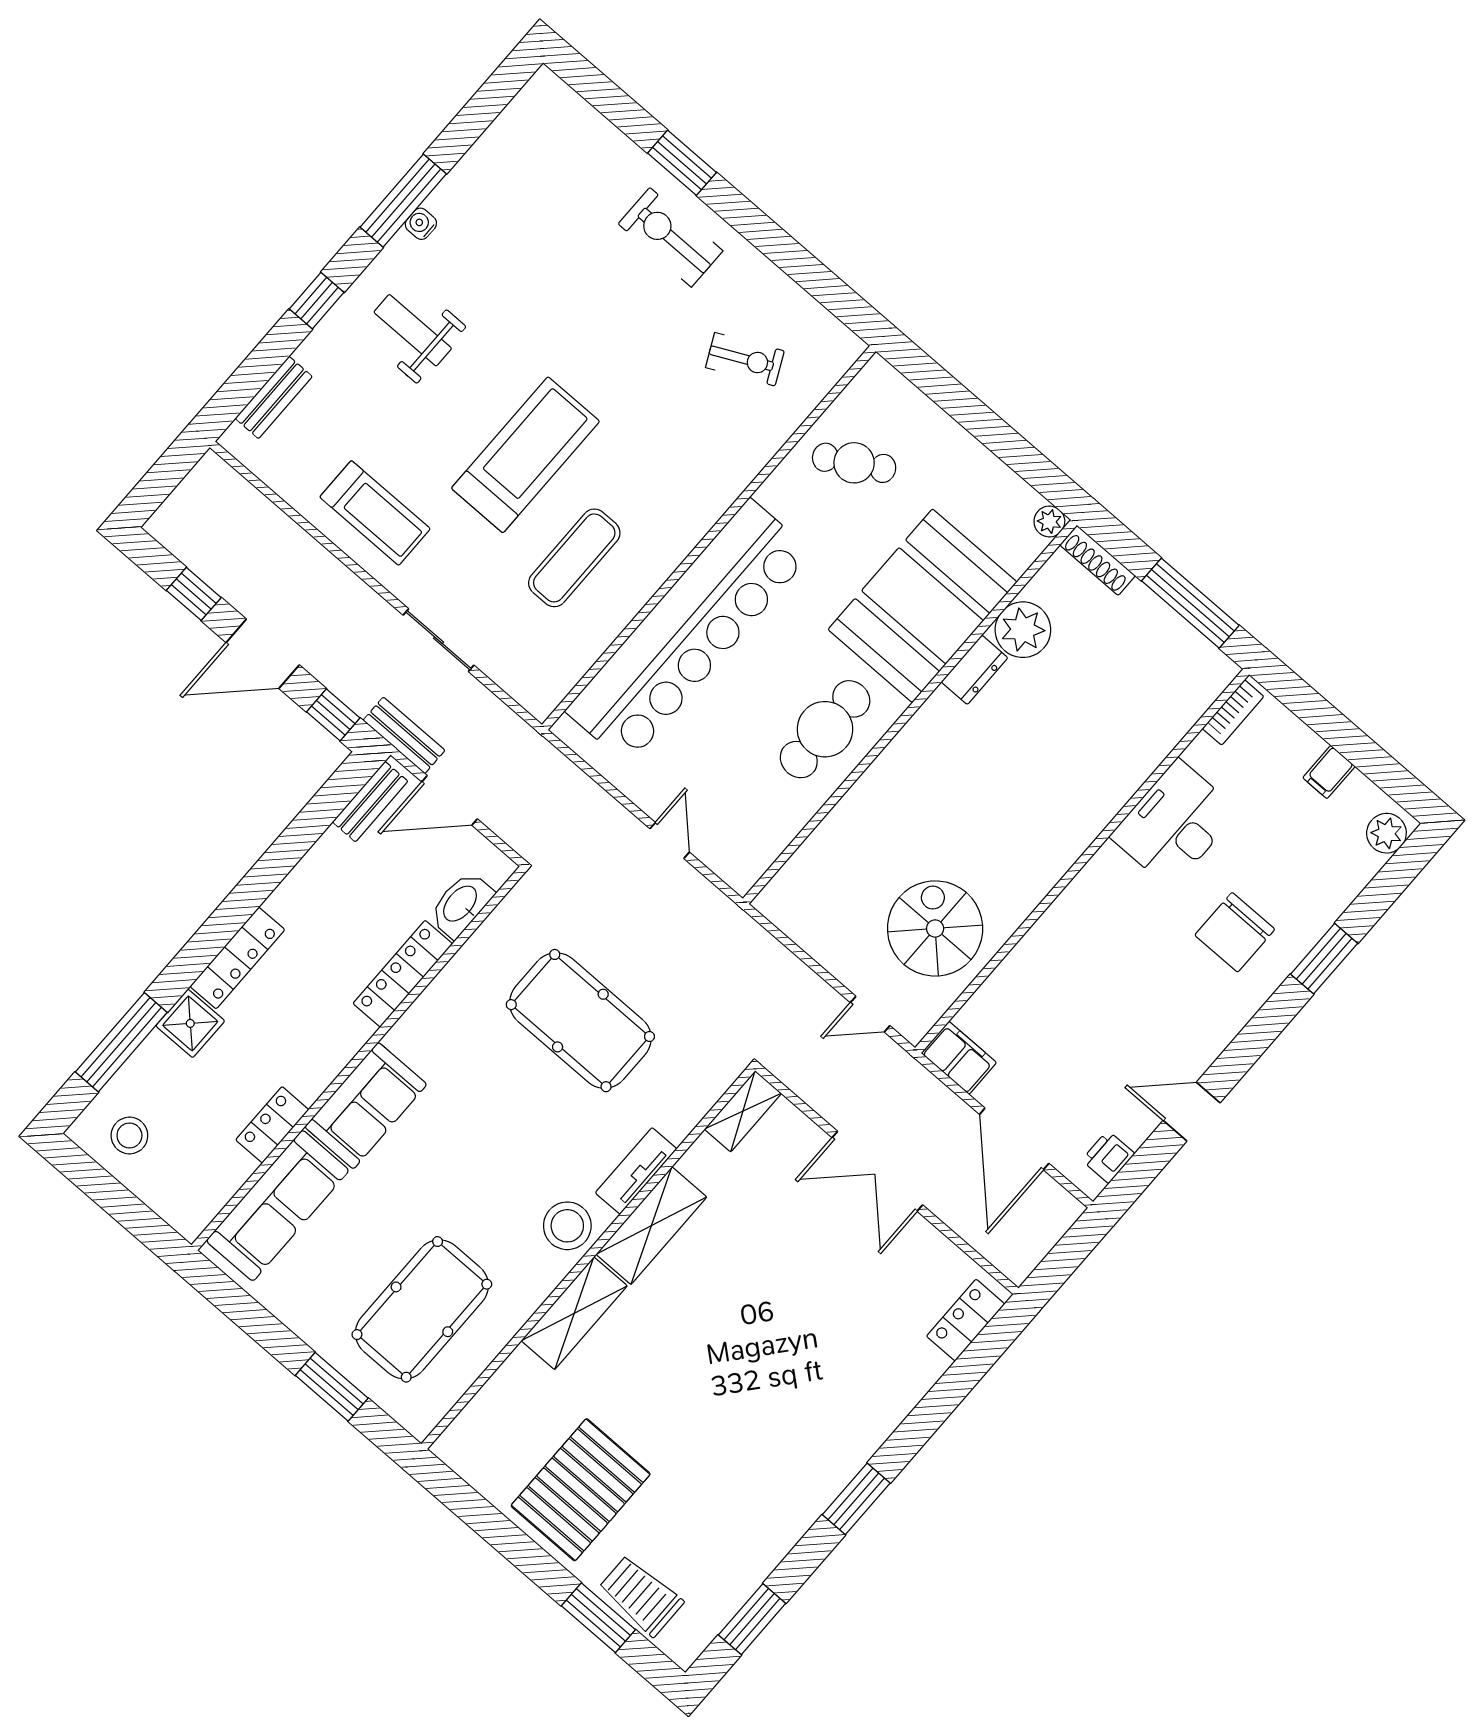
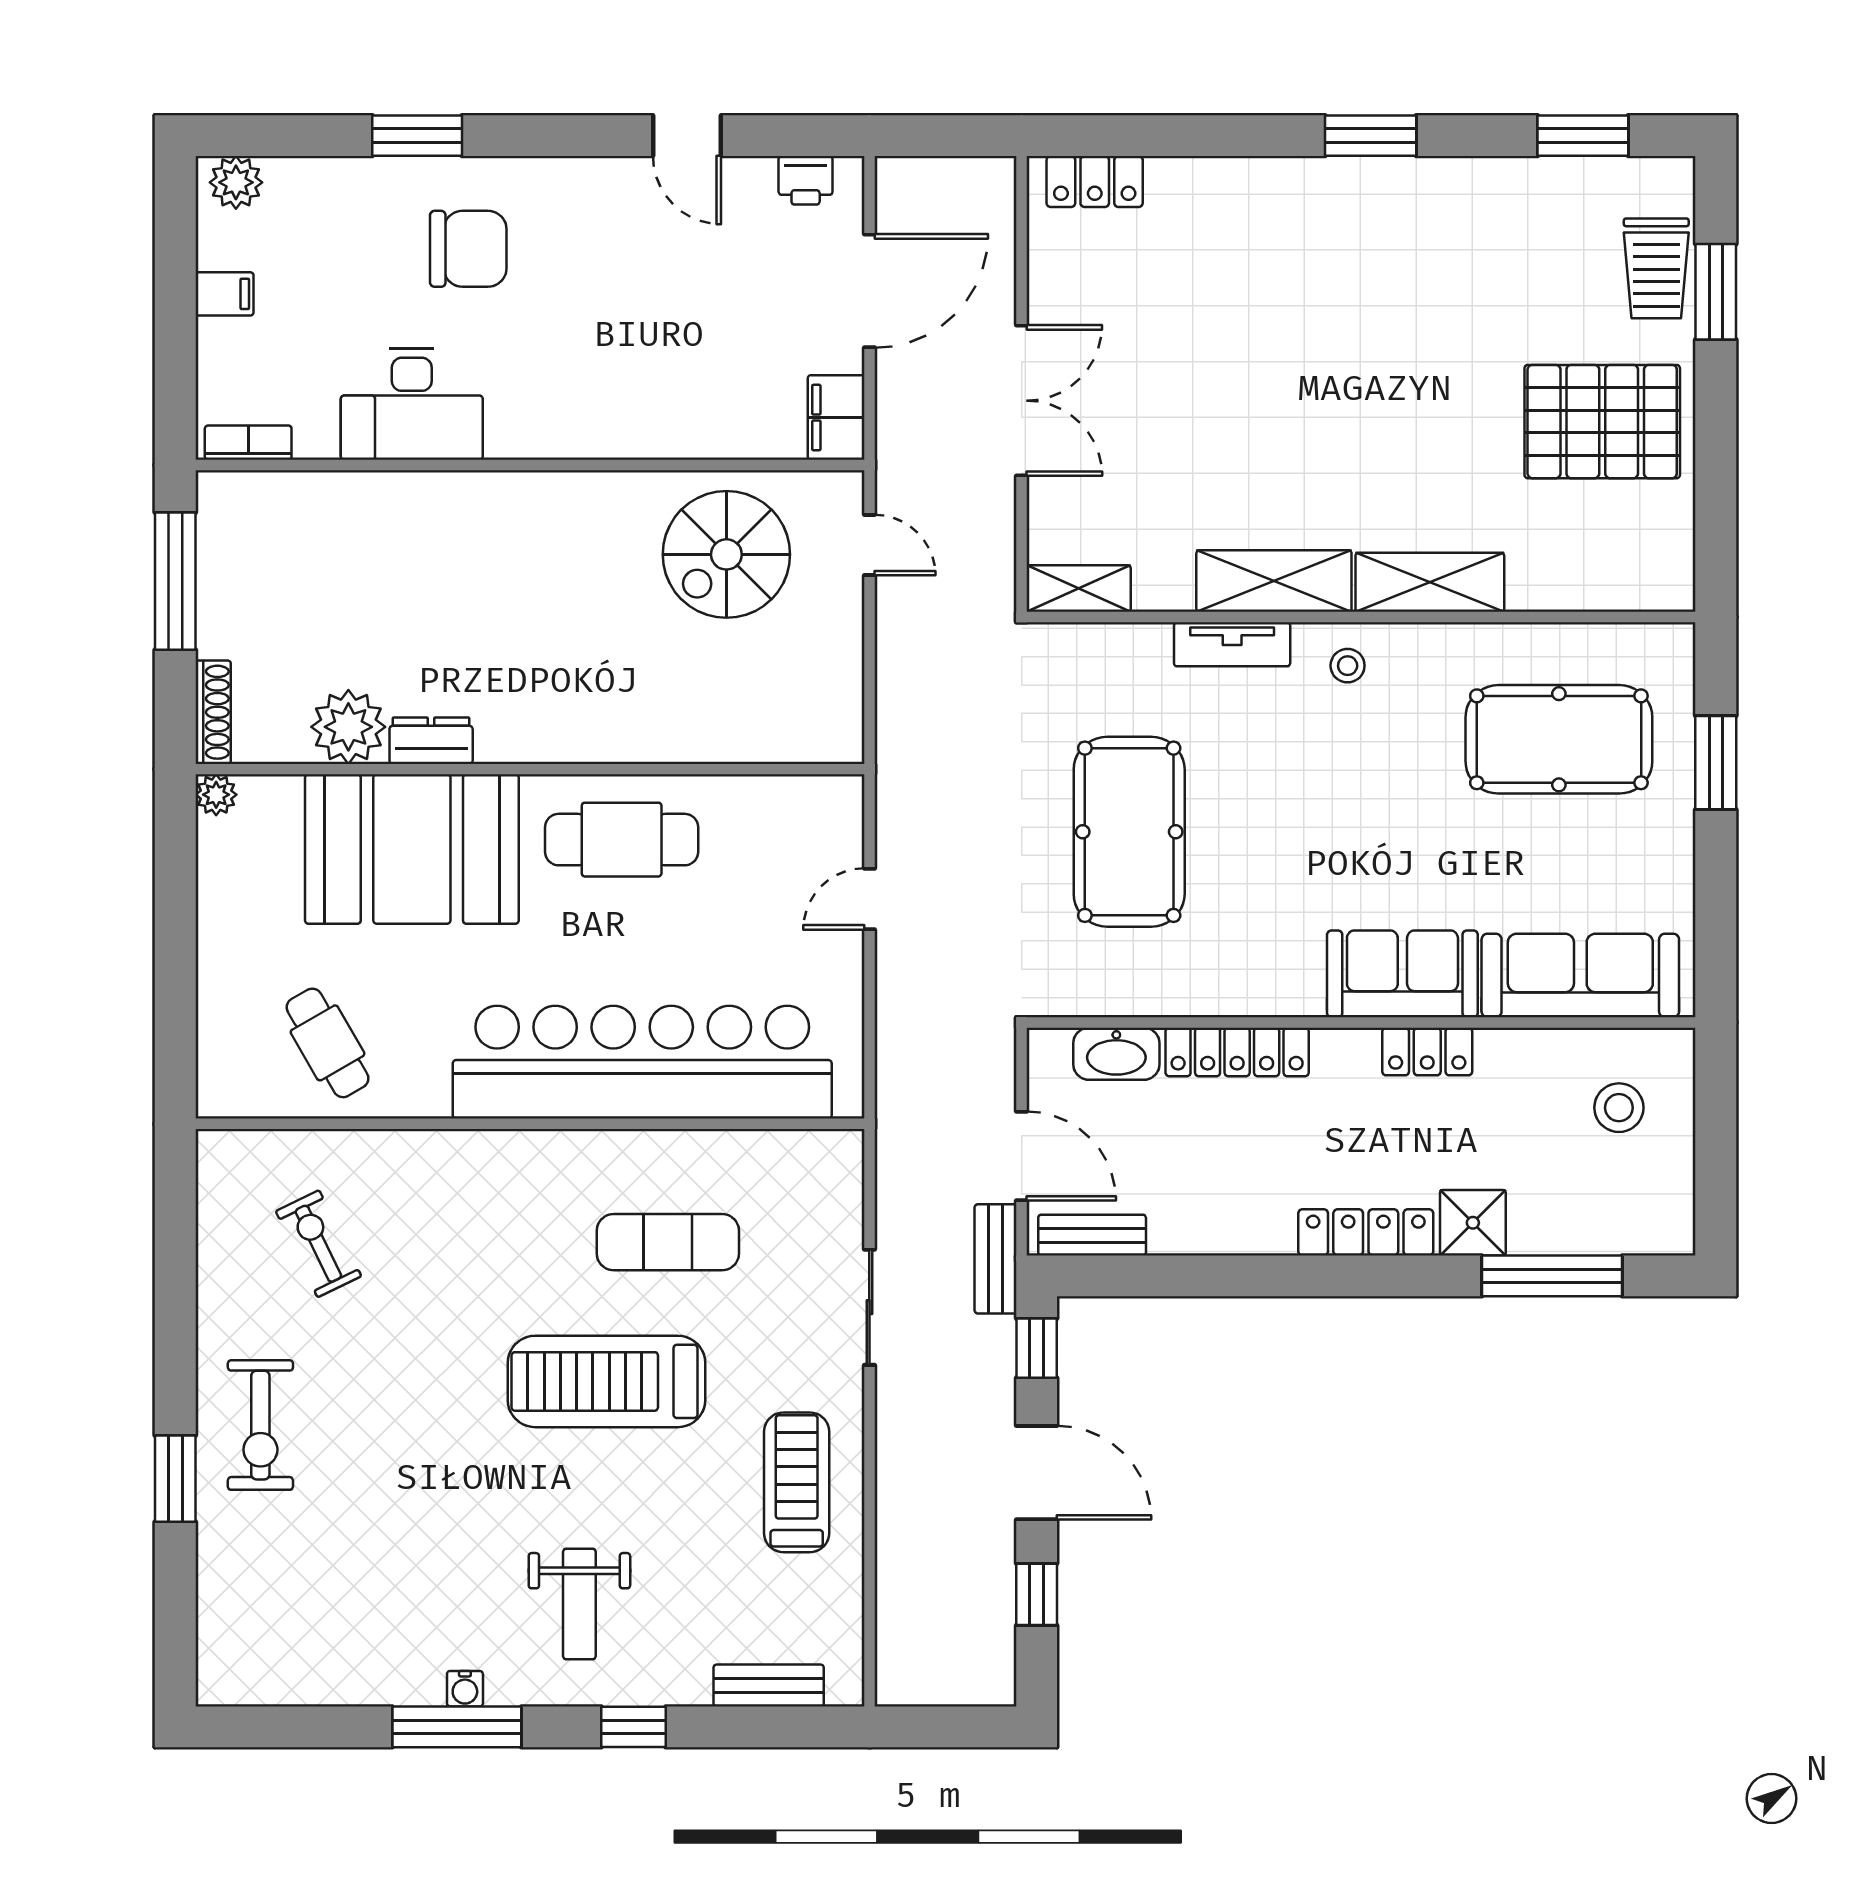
locker: (272, 1125) -> (1427, 1051), moved
stool: (129, 1135) -> (1619, 1108), moved
stool: (567, 1226) -> (1348, 666), width x0.53, depth x0.53

